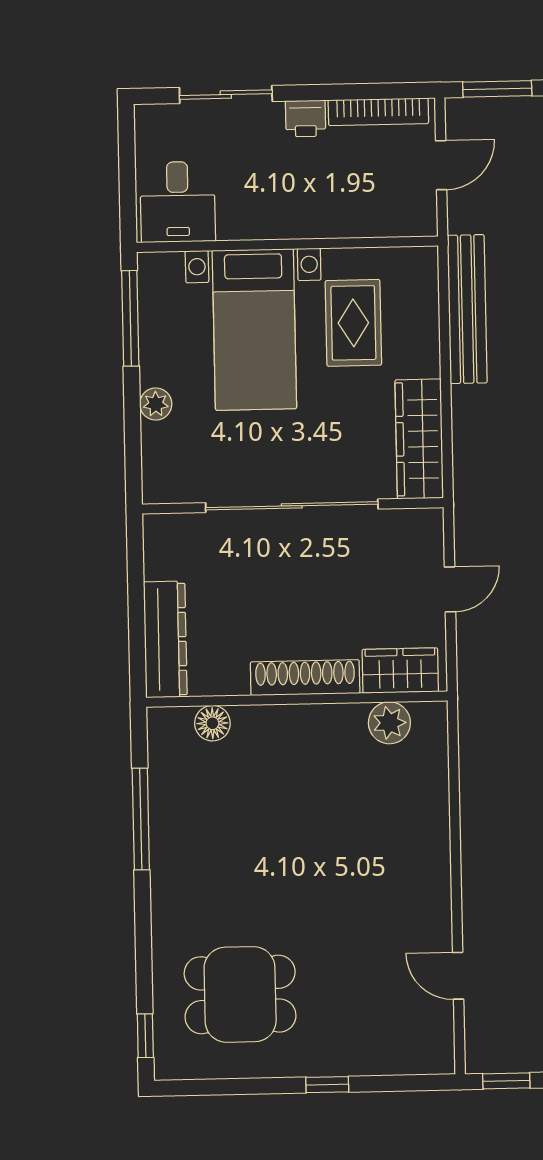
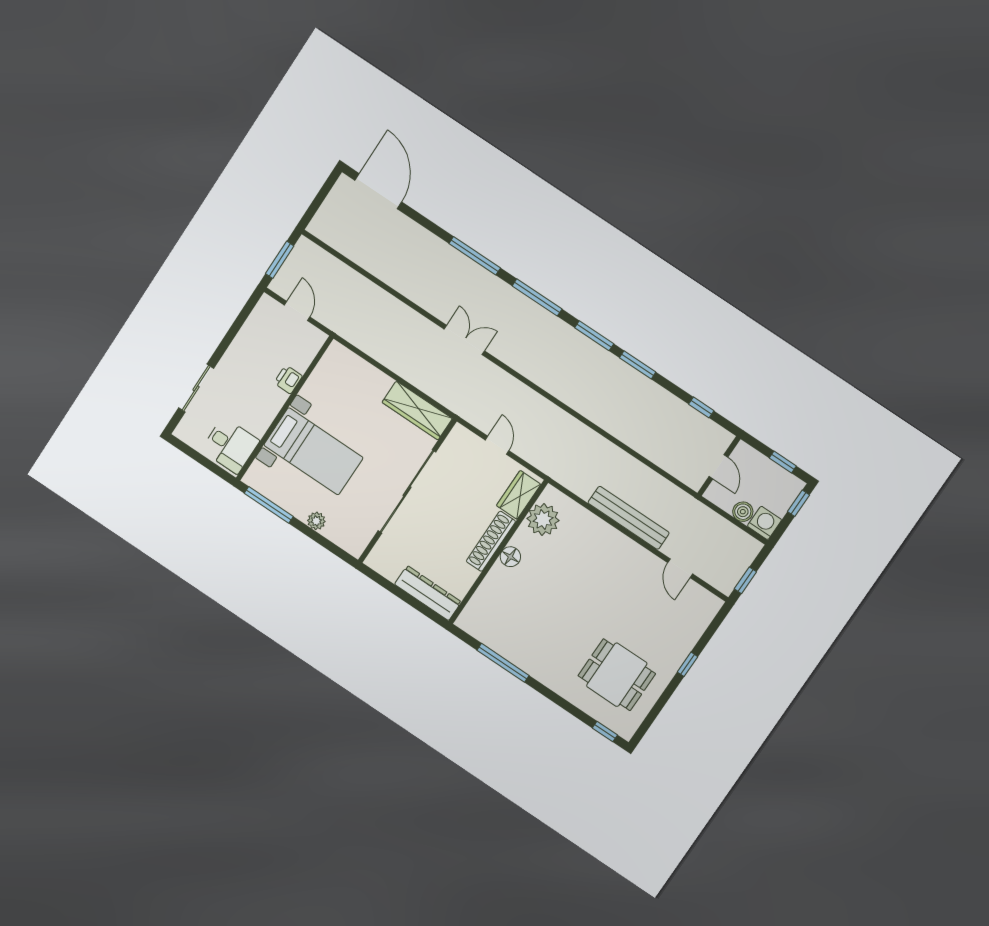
bookcase: (378, 112) -> (252, 323), removed
printer: (306, 119) -> (288, 380), moved, turned 180
bench: (467, 309) -> (629, 518), moved
rug: (353, 323) -> (342, 403), removed
floor lamp: (212, 723) -> (510, 557), moved
plant: (389, 723) -> (543, 519), width x1.36, depth x1.36
door: (458, 976) -> (680, 568), hinge flipped
dining table: (240, 994) -> (617, 675), turned 90

